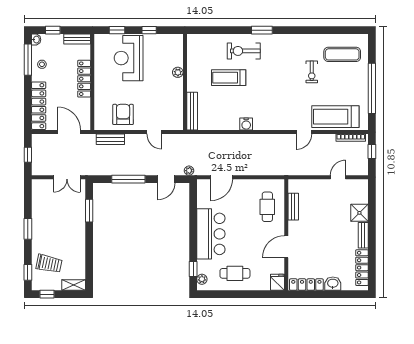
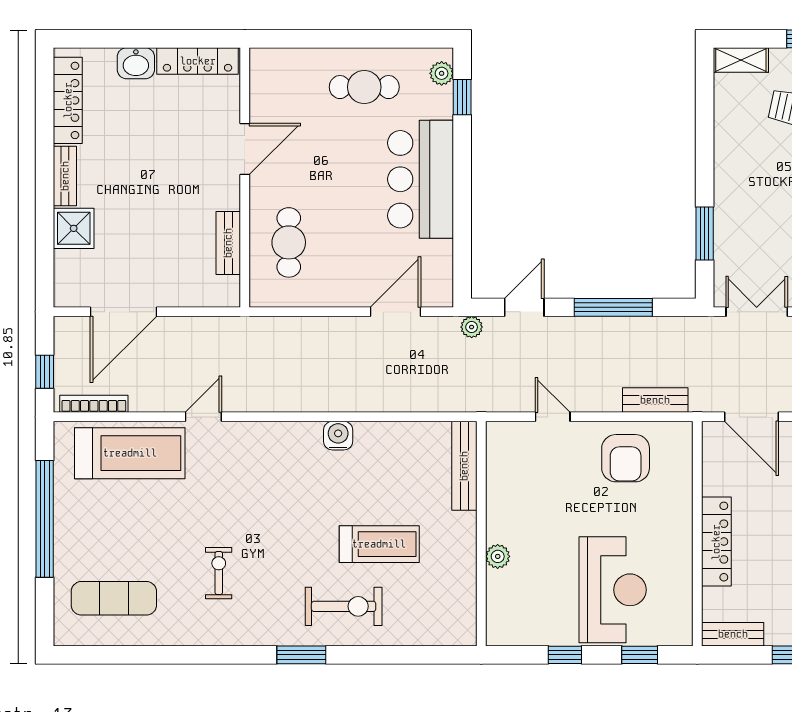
exercise bike: (312, 72) -> (219, 573), moved
door: (338, 177) -> (124, 312), width x1.88
fridge: (277, 282) -> (265, 66), removed

